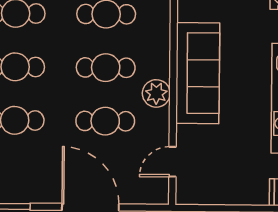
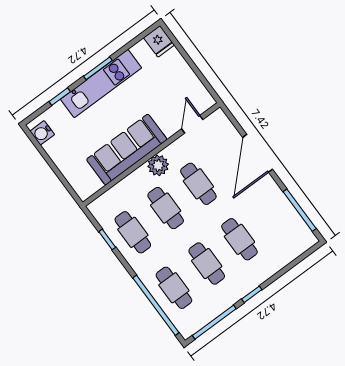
door: (172, 162) -> (192, 124), swing flipped

